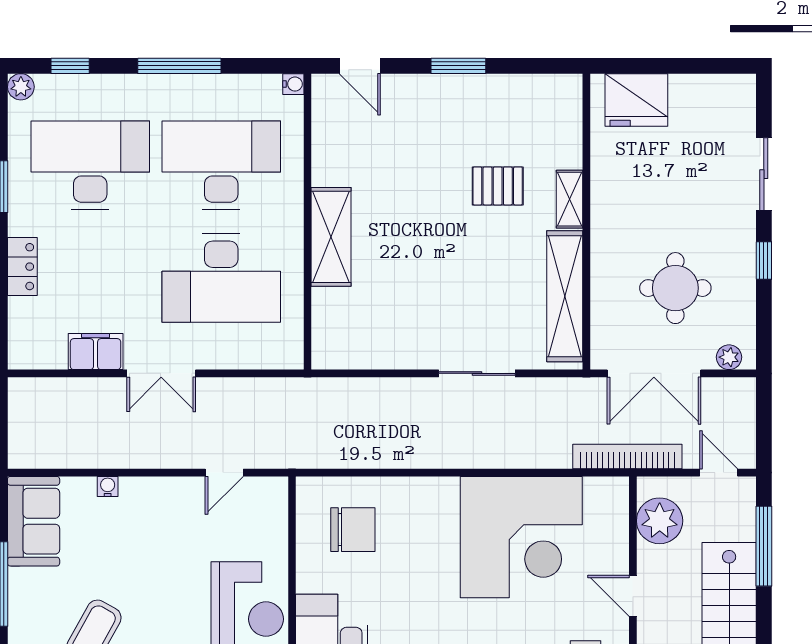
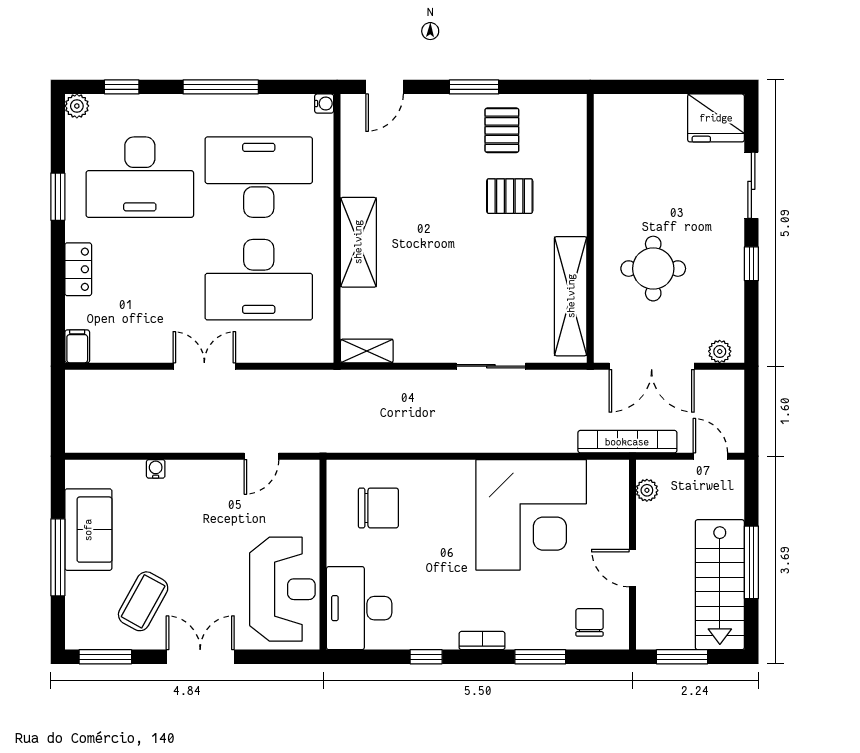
door: (360, 66) -> (385, 87), hinge flipped
fridge: (636, 100) -> (716, 118), moved
pallet: (489, 114) -> (502, 130), added
desk: (90, 165) -> (140, 177), turned 180
shelving: (570, 199) -> (367, 351), moved, turned 90
round table: (675, 288) -> (653, 269), moved
filing cabinet: (96, 352) -> (77, 346), moved, width x0.50
double door: (161, 373) -> (204, 366), swing flipped
sofa: (34, 521) -> (88, 530), moved
plant: (660, 521) -> (647, 490), width x0.53, depth x0.53
window: (764, 546) -> (751, 562), moved

